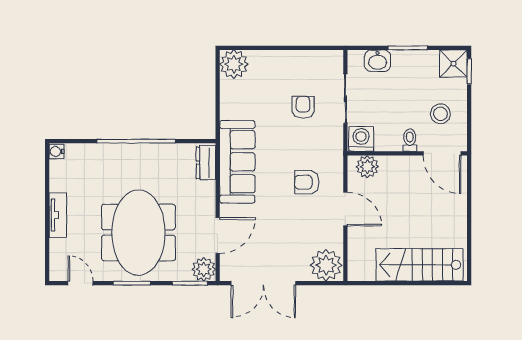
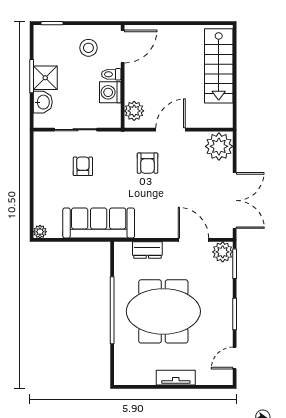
plant: (234, 64) -> (40, 232), width x0.53, depth x0.53
shower: (453, 64) -> (45, 78), moved
armchair: (303, 107) -> (83, 166), turned 90
washing machine: (361, 139) -> (110, 92), moved
water cooler: (57, 151) -> (121, 379), removed
sofa: (237, 162) -> (99, 223), moved
dresser: (206, 163) -> (147, 250), moved
meeting table: (138, 233) -> (163, 311), moved

